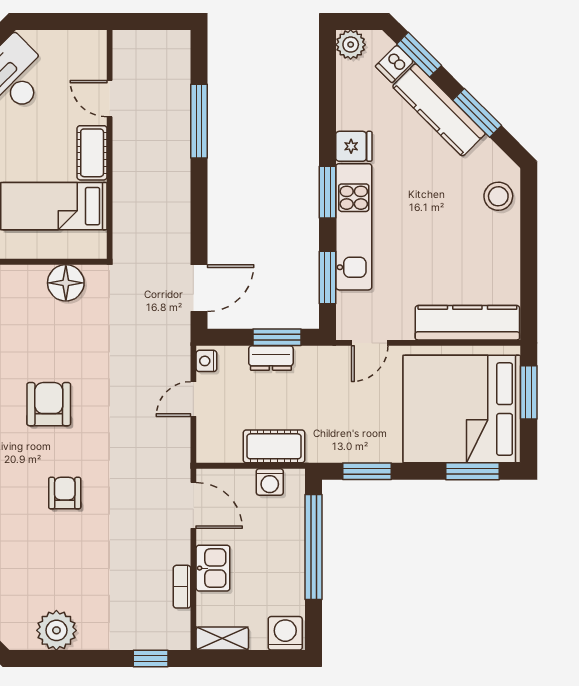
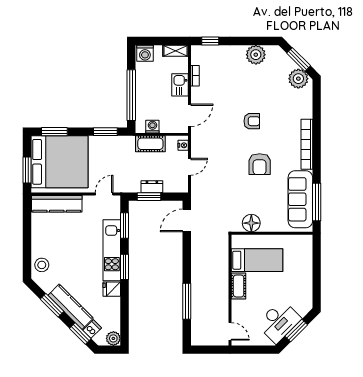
door: (110, 99) -> (230, 331), moved
nightstand: (206, 361) -> (183, 145), moved
armchair: (65, 493) -> (252, 121), turned -90
door: (193, 505) -> (189, 115), swing flipped

